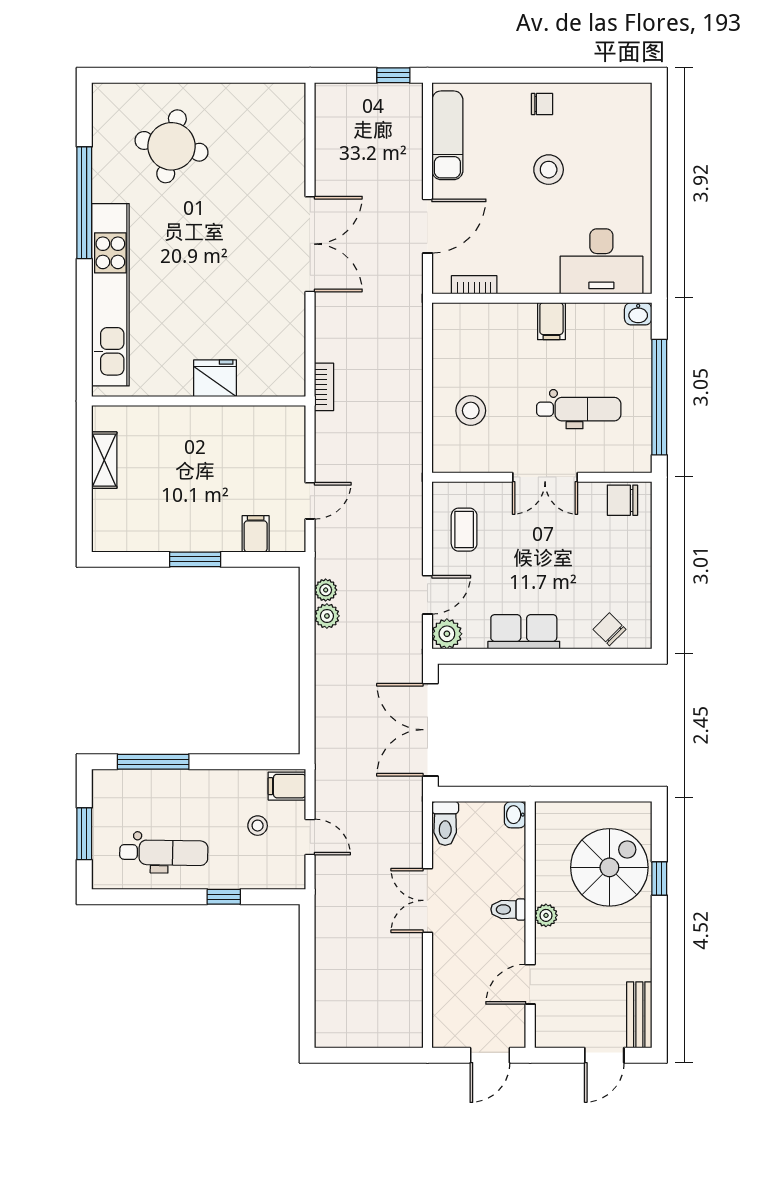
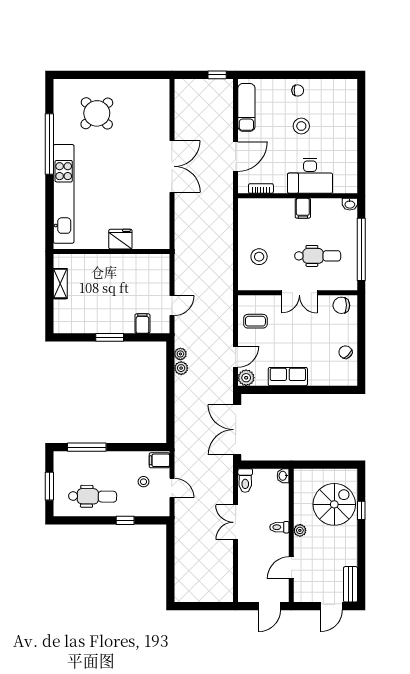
round table: (172, 146) -> (97, 113), turned 34
desk: (601, 261) -> (310, 176), moved
bookcase: (324, 387) -> (180, 244), removed
coffee table: (464, 530) -> (255, 321), turned 90
chair: (609, 629) -> (345, 352), moved

